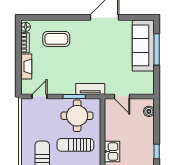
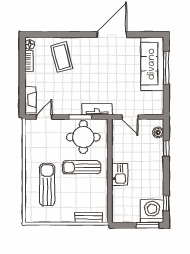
coffee table: (56, 39) -> (62, 57), turned 76
fireplace: (26, 67) -> (30, 100), moved
window: (157, 152) -> (166, 148), moved

